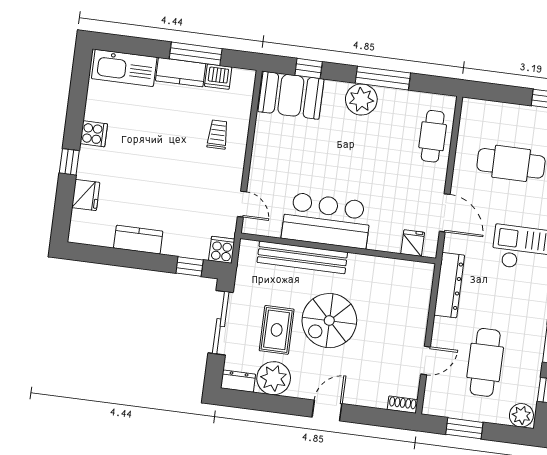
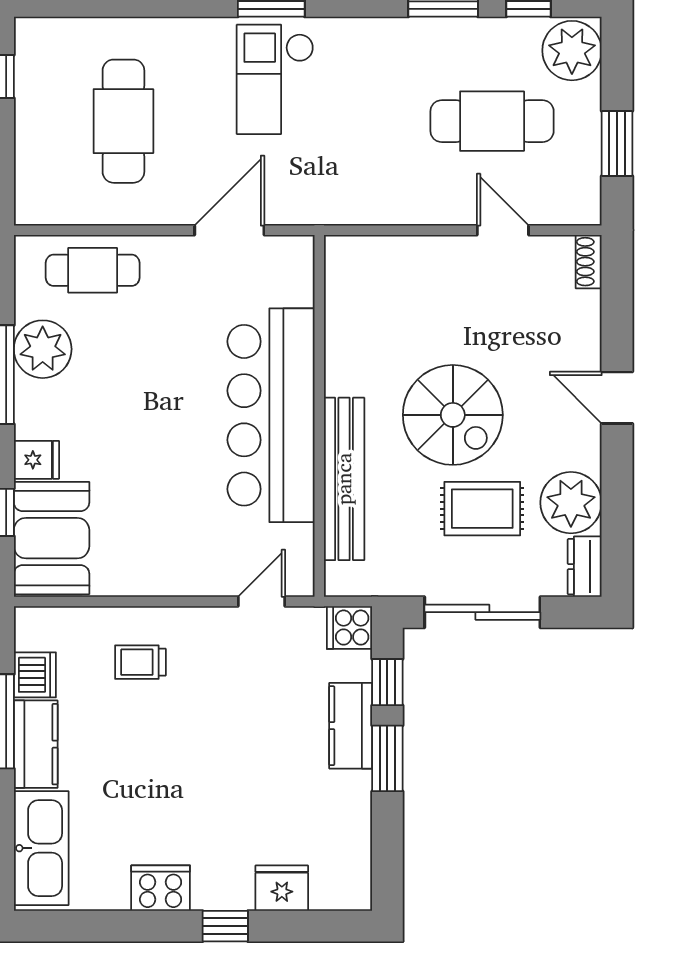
plant: (361, 100) -> (43, 349), moved
cooker: (94, 134) -> (161, 888), width x1.36
bar counter: (326, 220) -> (271, 415), width x1.36
kitchen counter: (138, 240) -> (351, 726), moved
fridge: (413, 243) -> (36, 460), moved, turned 180
window: (148, 261) -> (387, 758), added
dresser: (449, 285) -> (360, 205), removed
plant: (521, 415) -> (572, 51), width x1.36, depth x1.36

